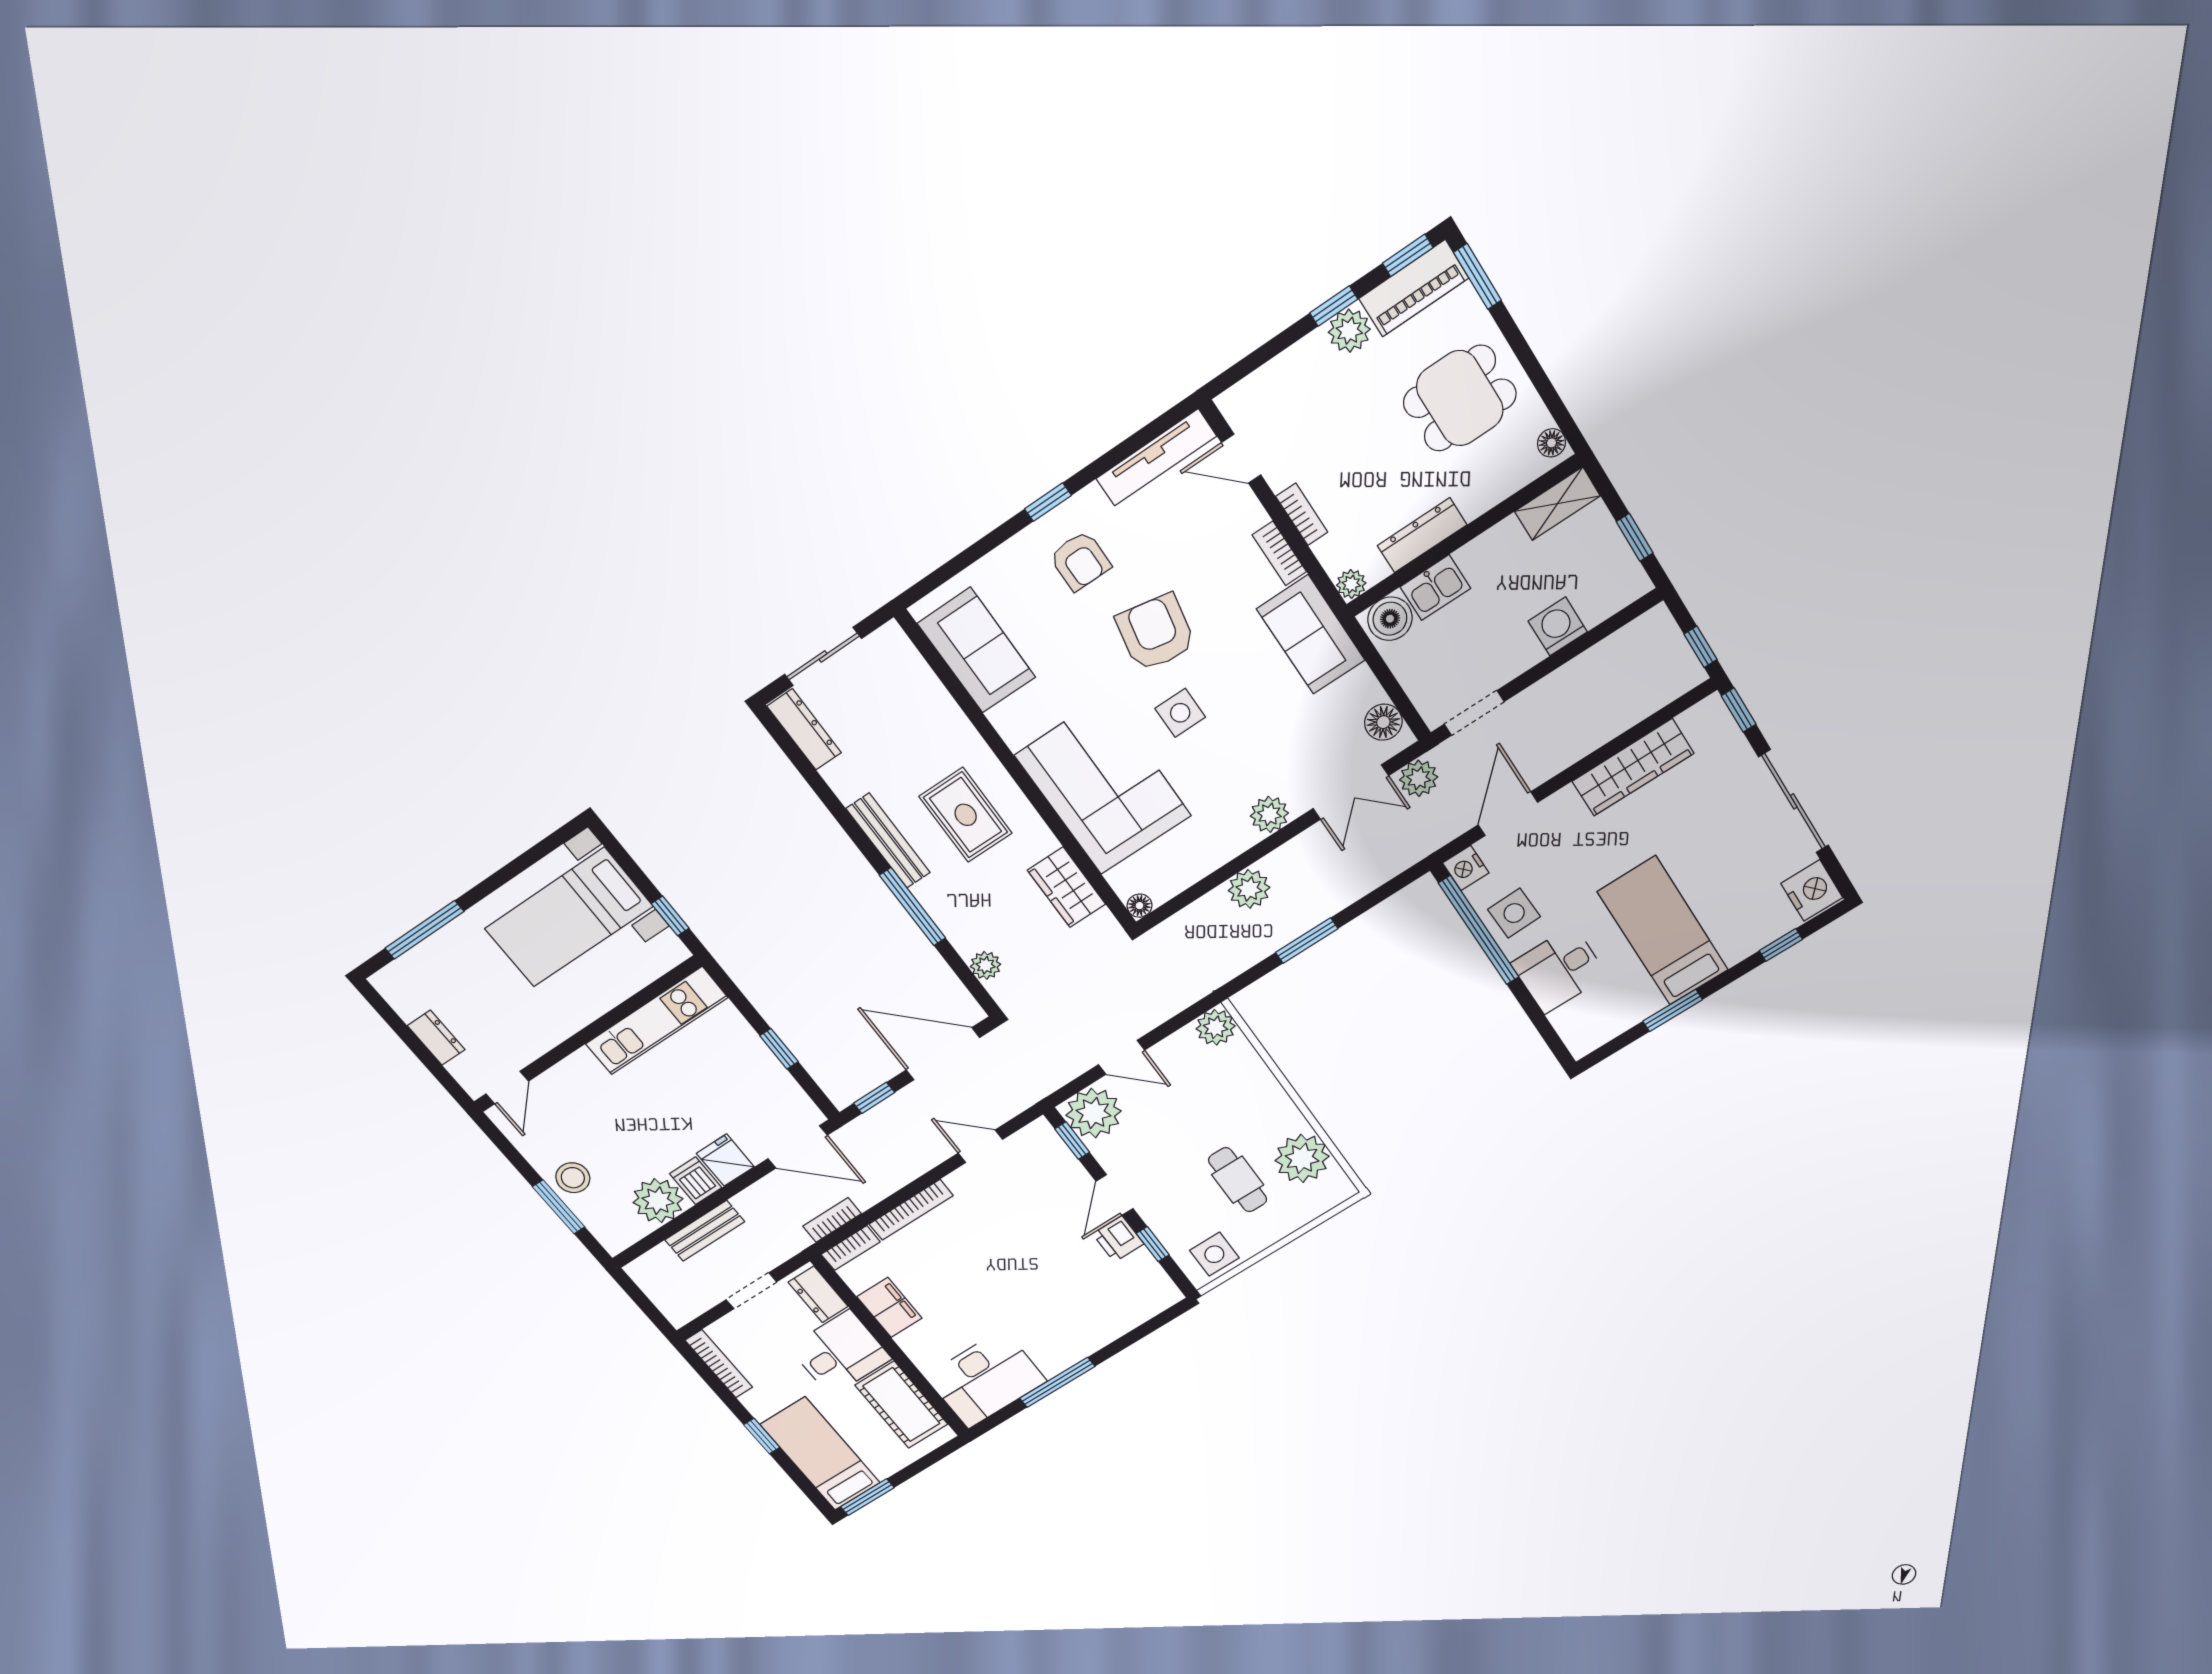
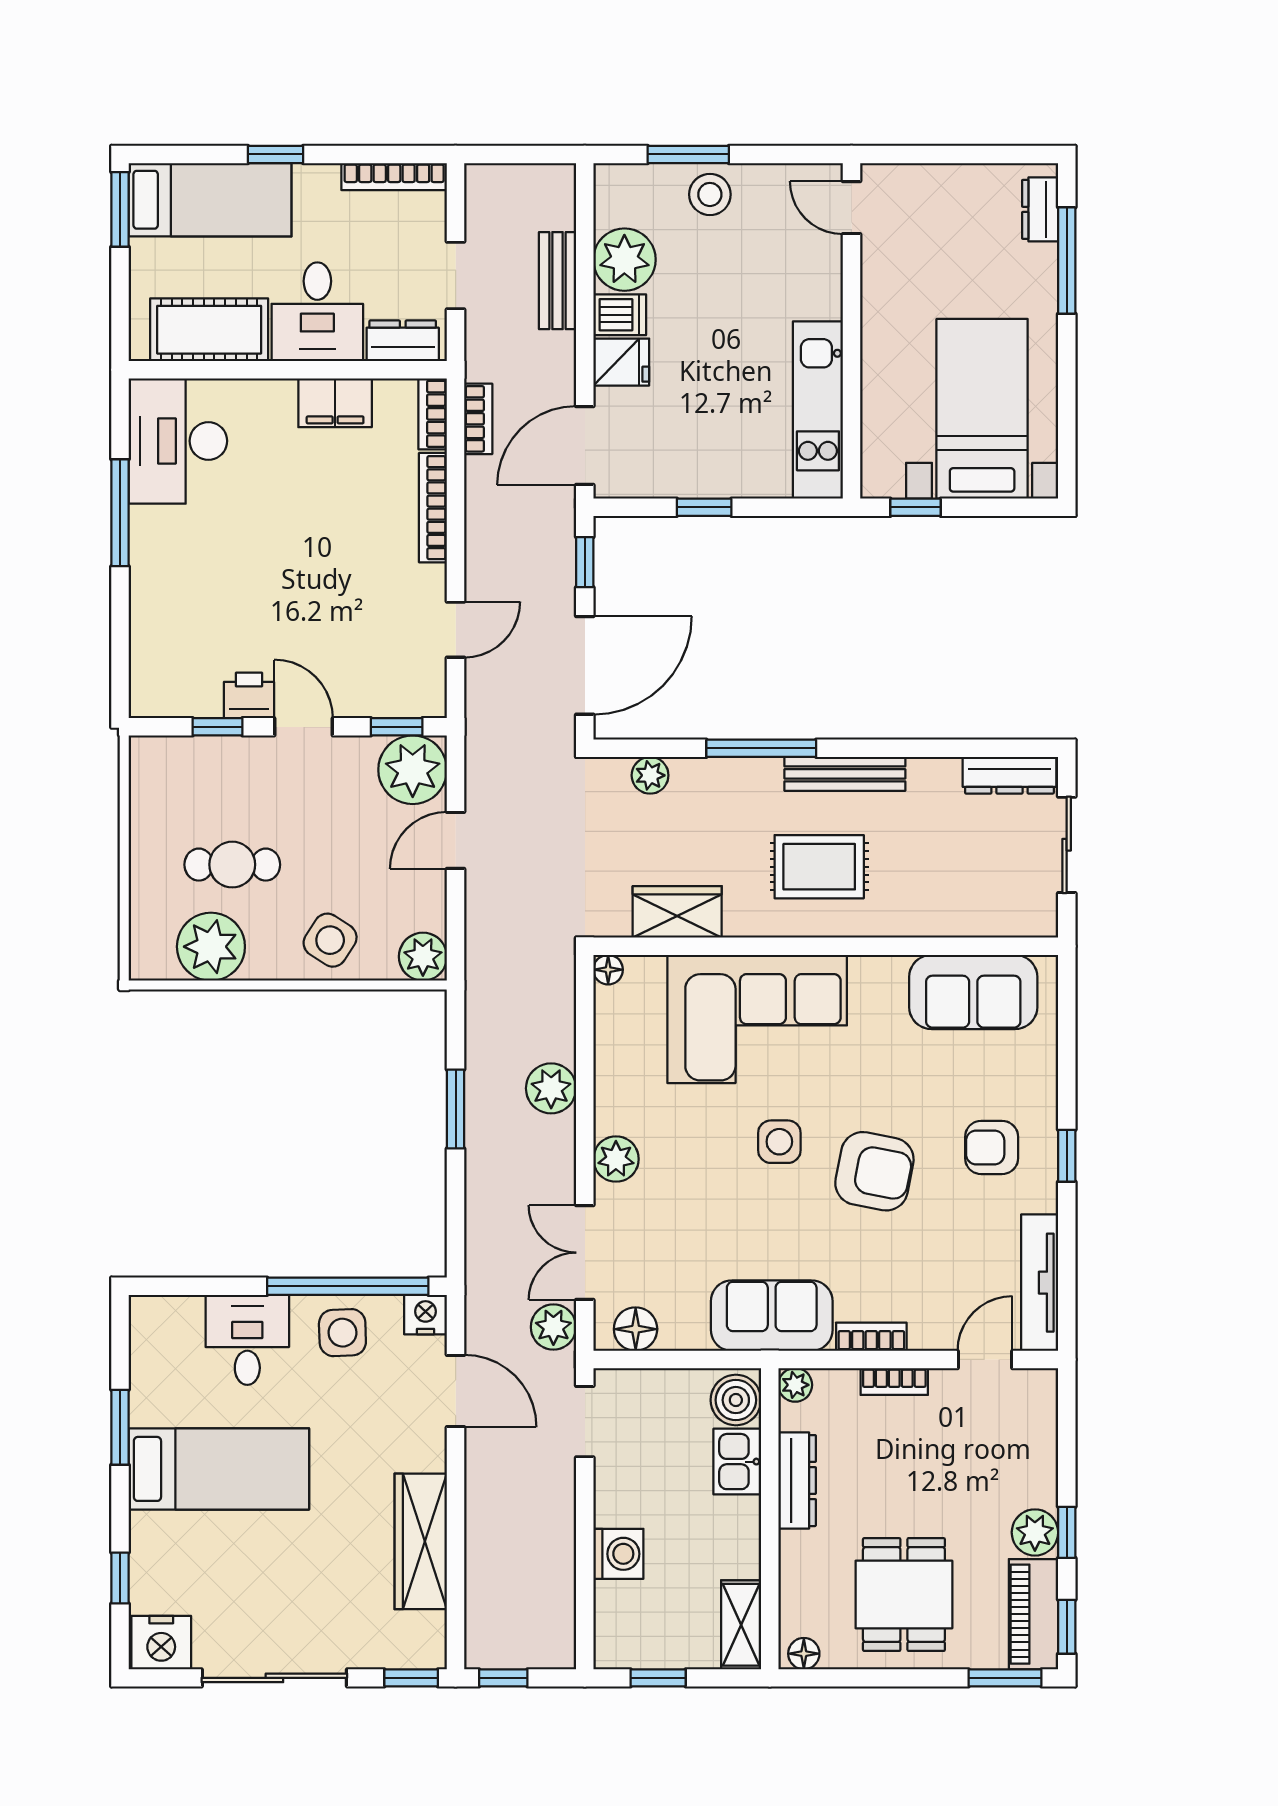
dresser: (436, 1038) -> (1040, 209), moved, turned 90
side table: (1214, 1254) -> (330, 940), moved, turned 33

